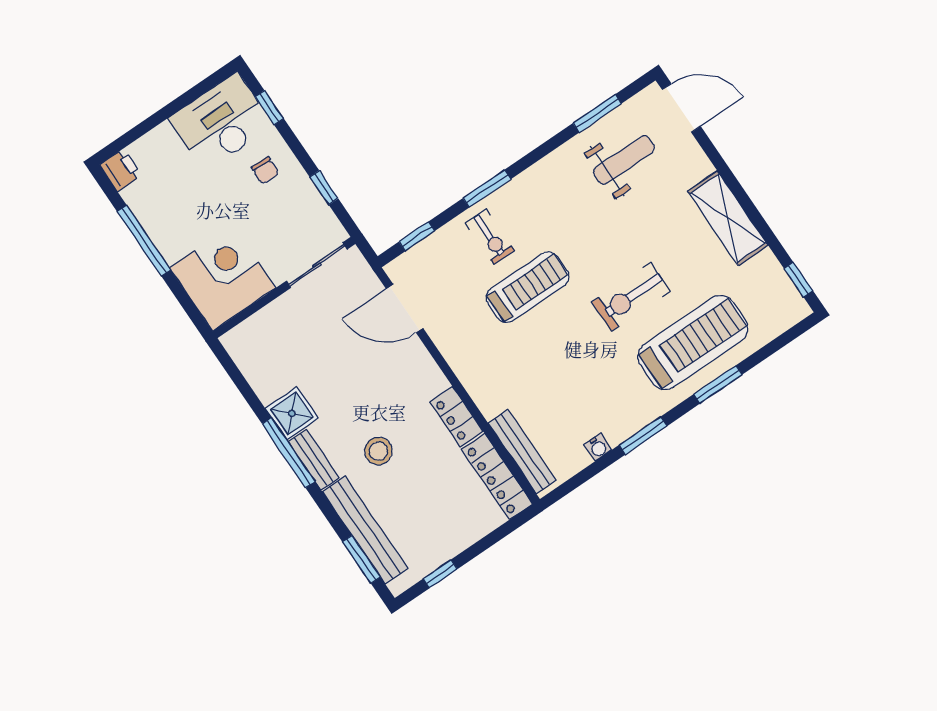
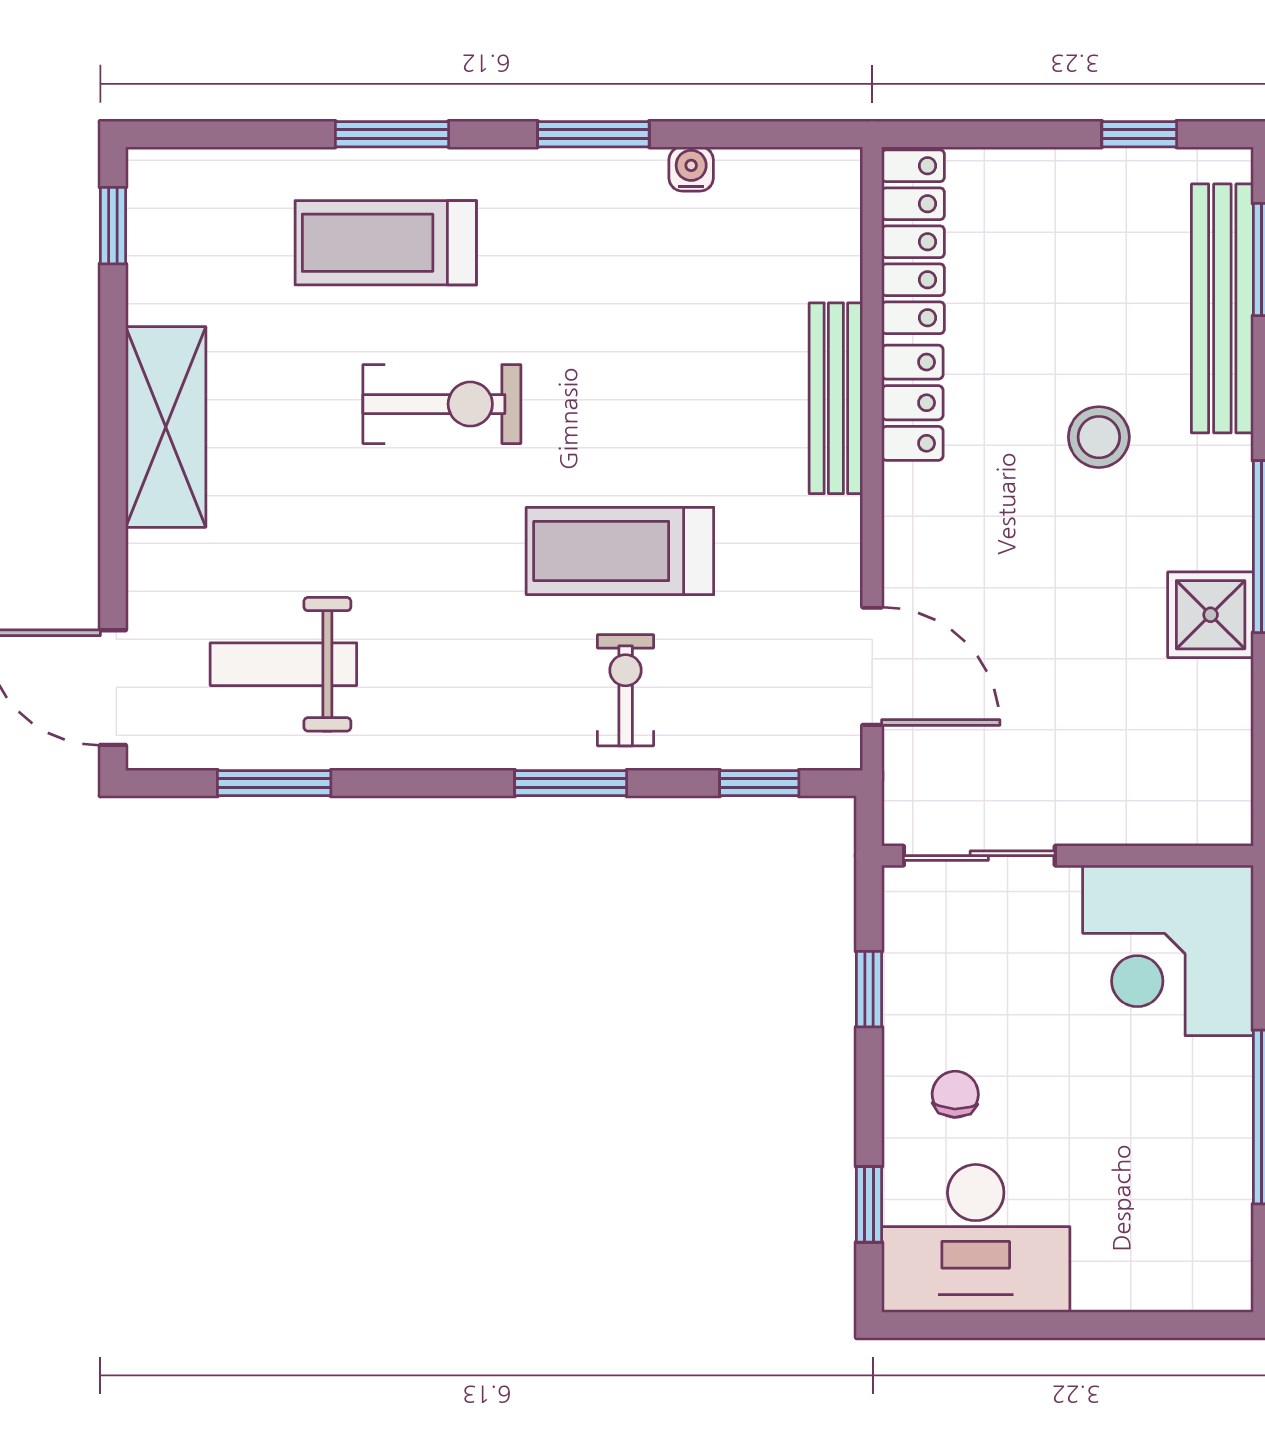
printer: (121, 170) -> (1220, 1276), removed
treadmill: (693, 342) -> (386, 243), width x0.73, depth x0.73
bench: (522, 452) -> (836, 398), moved
bench: (314, 460) -> (1229, 502), removed

